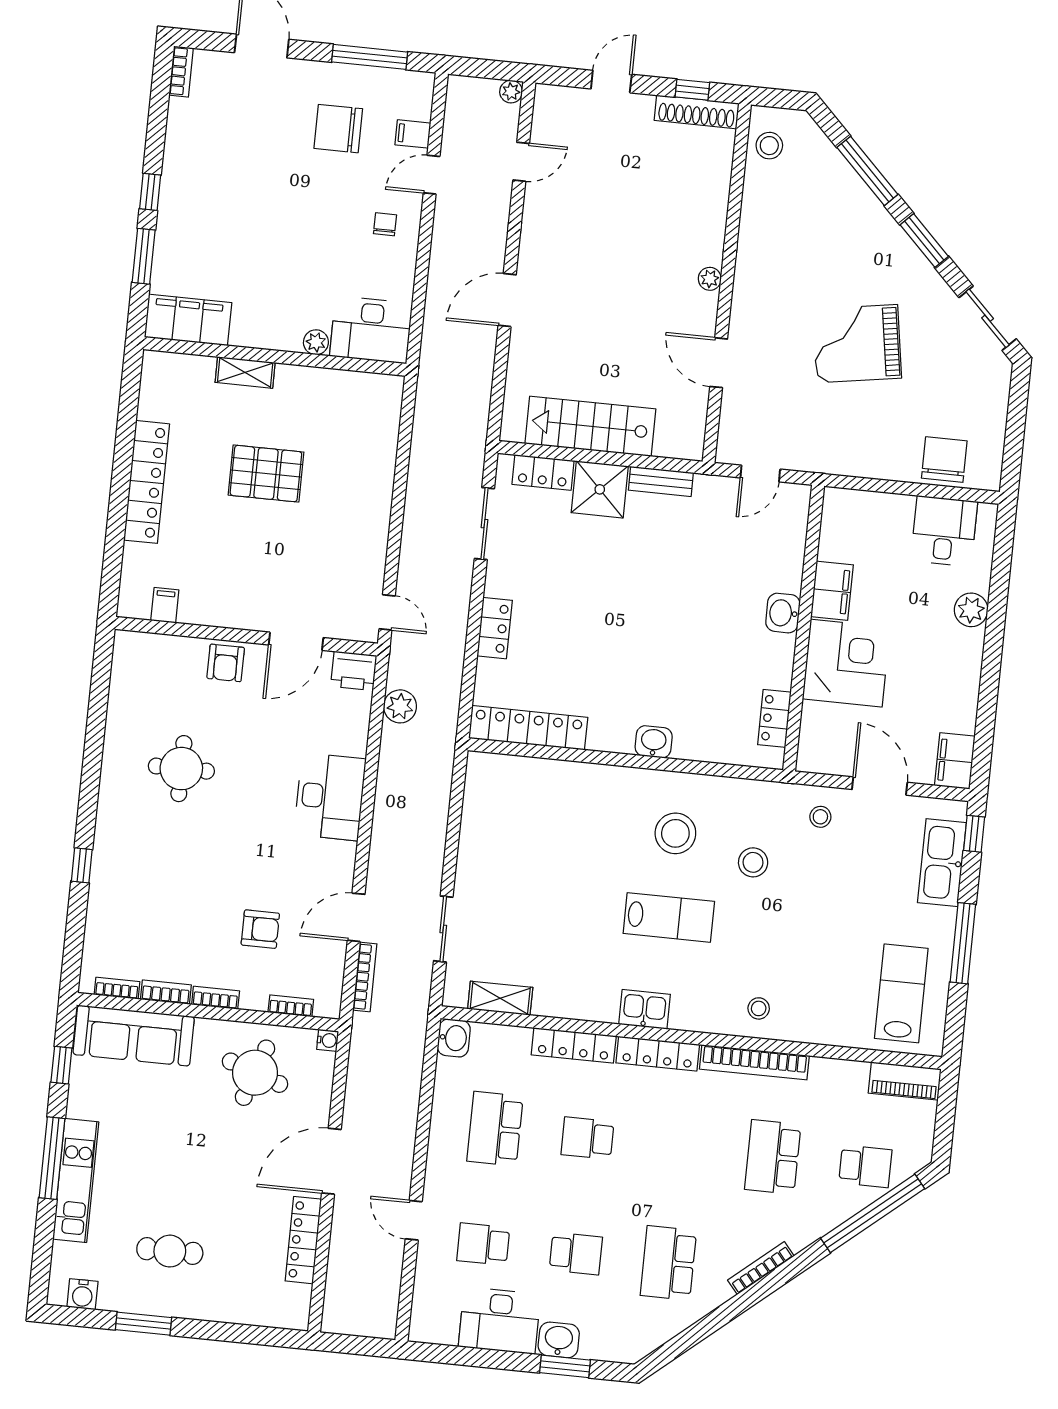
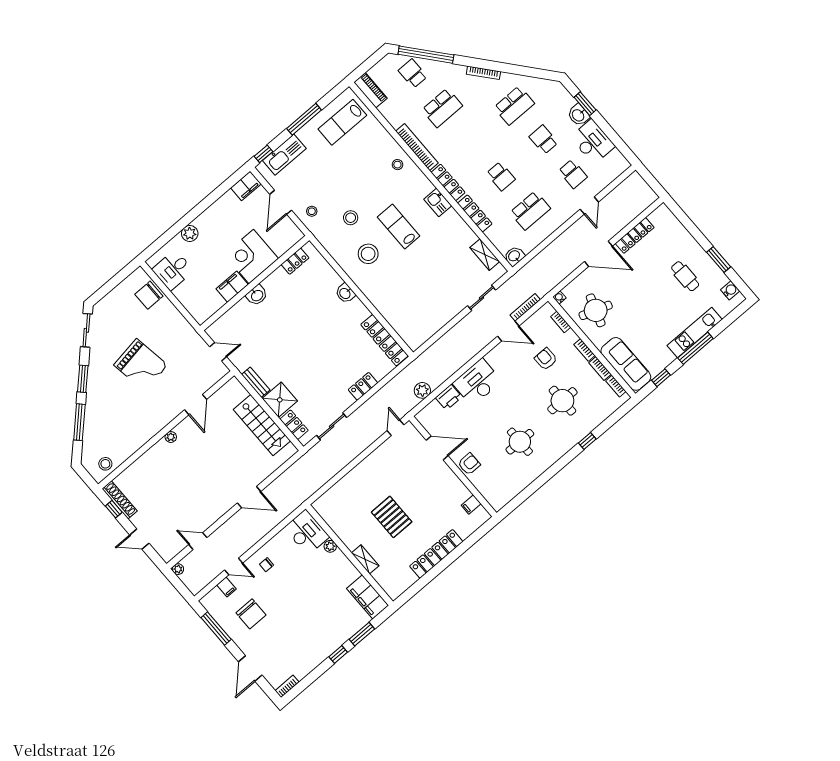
printer: (354, 671) -> (449, 397), moved, turned 90
round table: (176, 890) -> (562, 401), added

